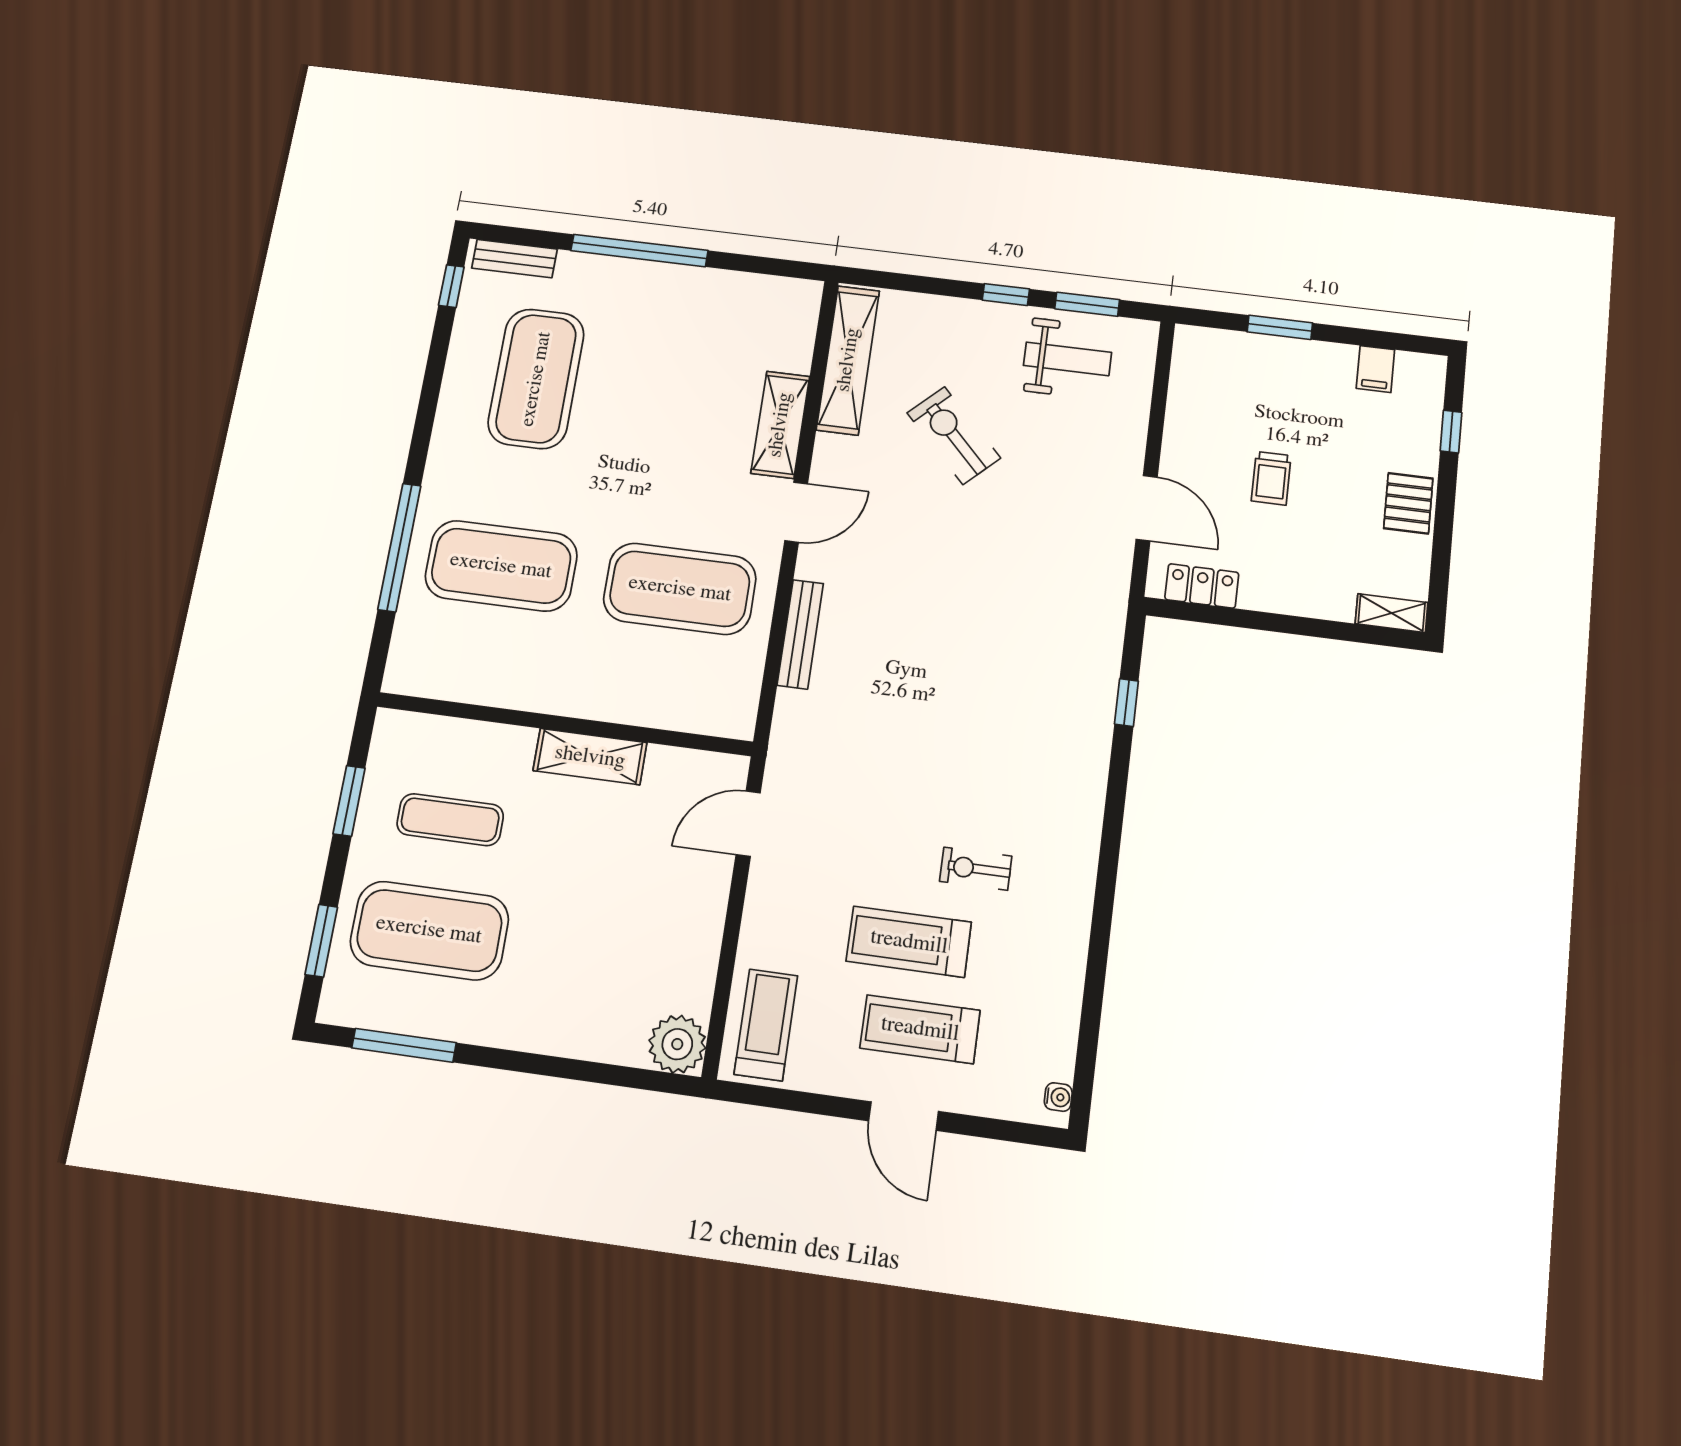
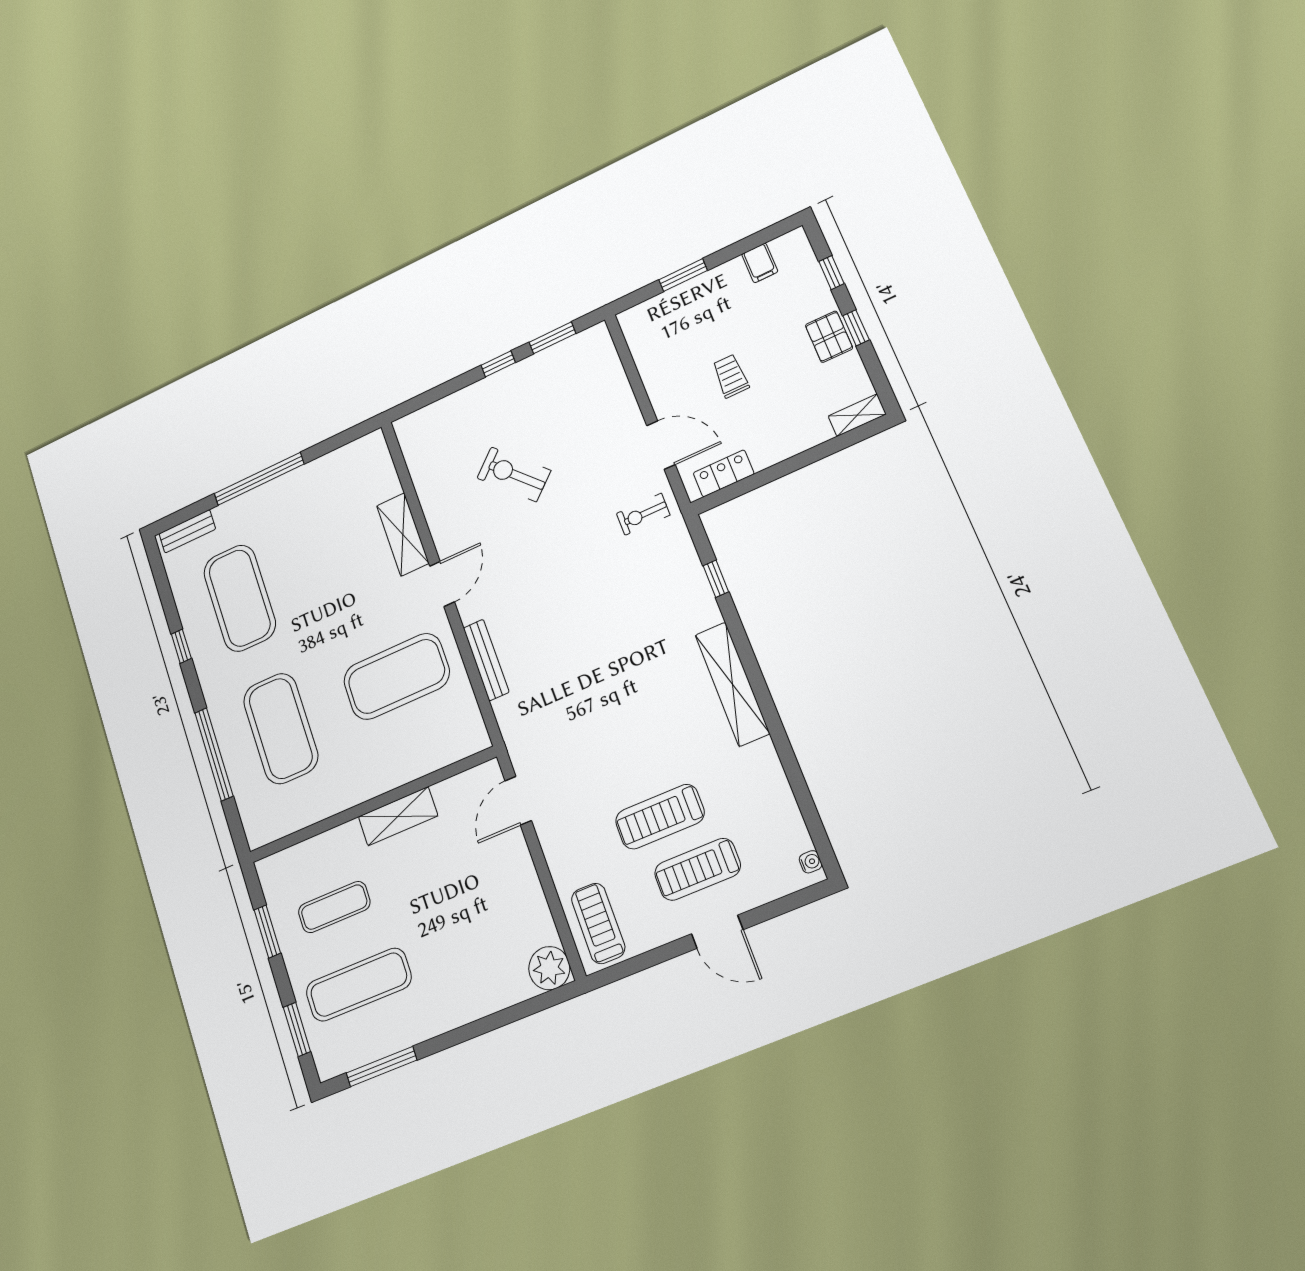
window: (451, 286) -> (181, 646), moved
weight bench: (1067, 359) -> (559, 381), removed
shelving: (848, 360) -> (732, 684), moved
trolley: (1271, 478) -> (731, 376), turned 180
window: (1445, 512) -> (856, 328), added
exercise mat: (501, 566) -> (281, 728), turned 90
exercise bike: (976, 869) -> (643, 514), moved
exercise mat: (429, 930) -> (359, 985), width x0.68

